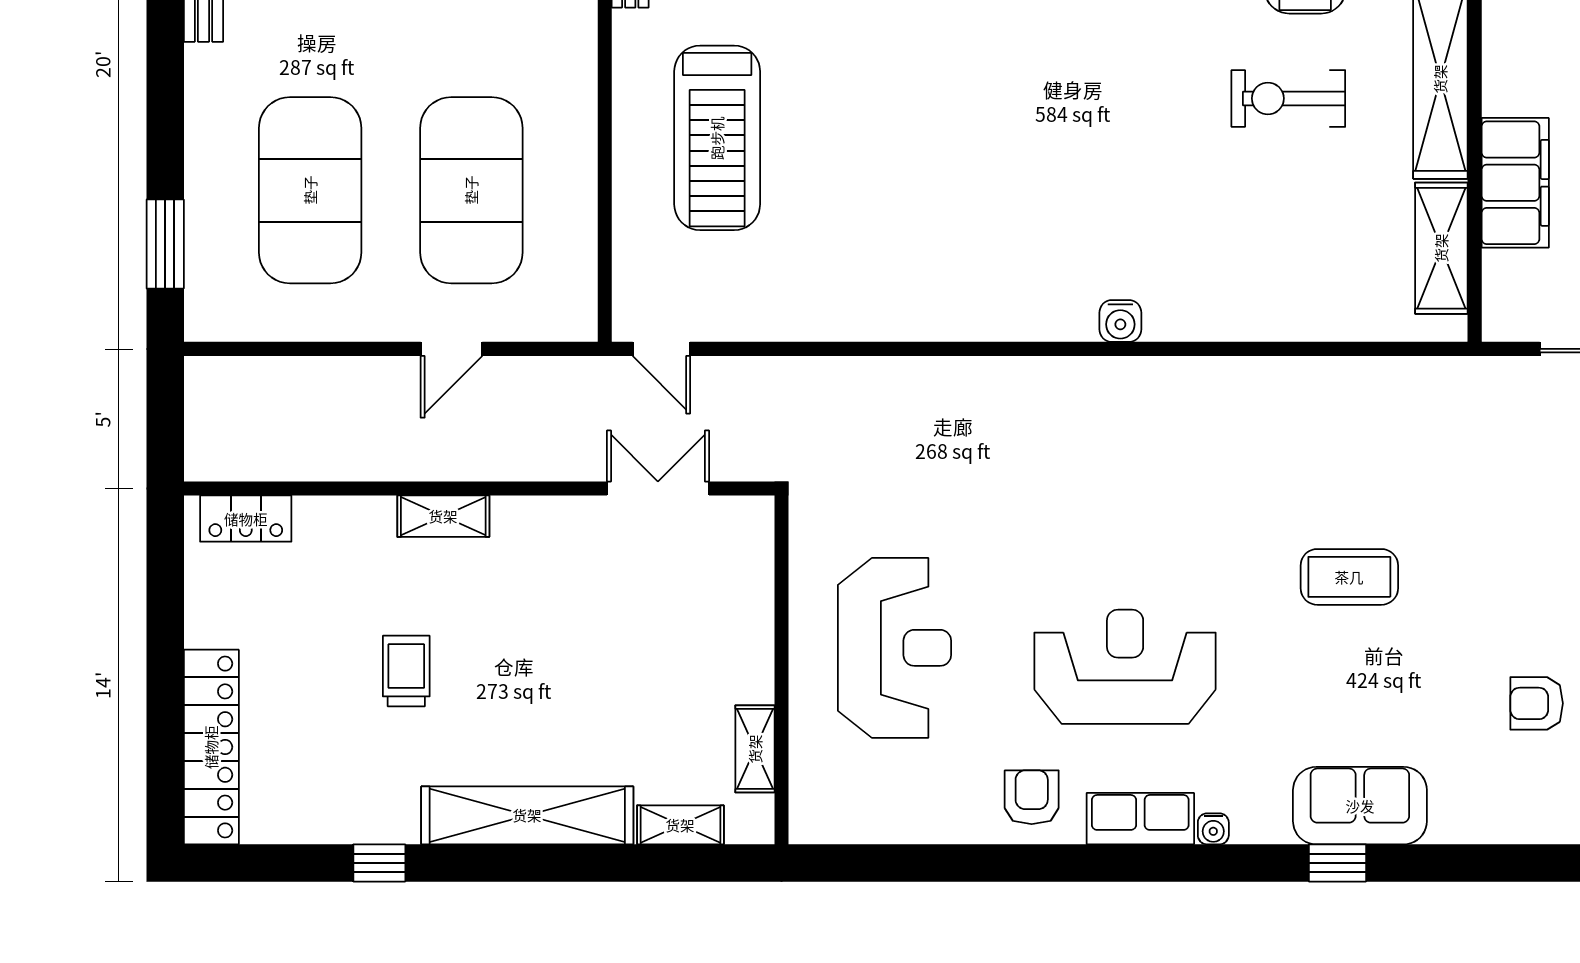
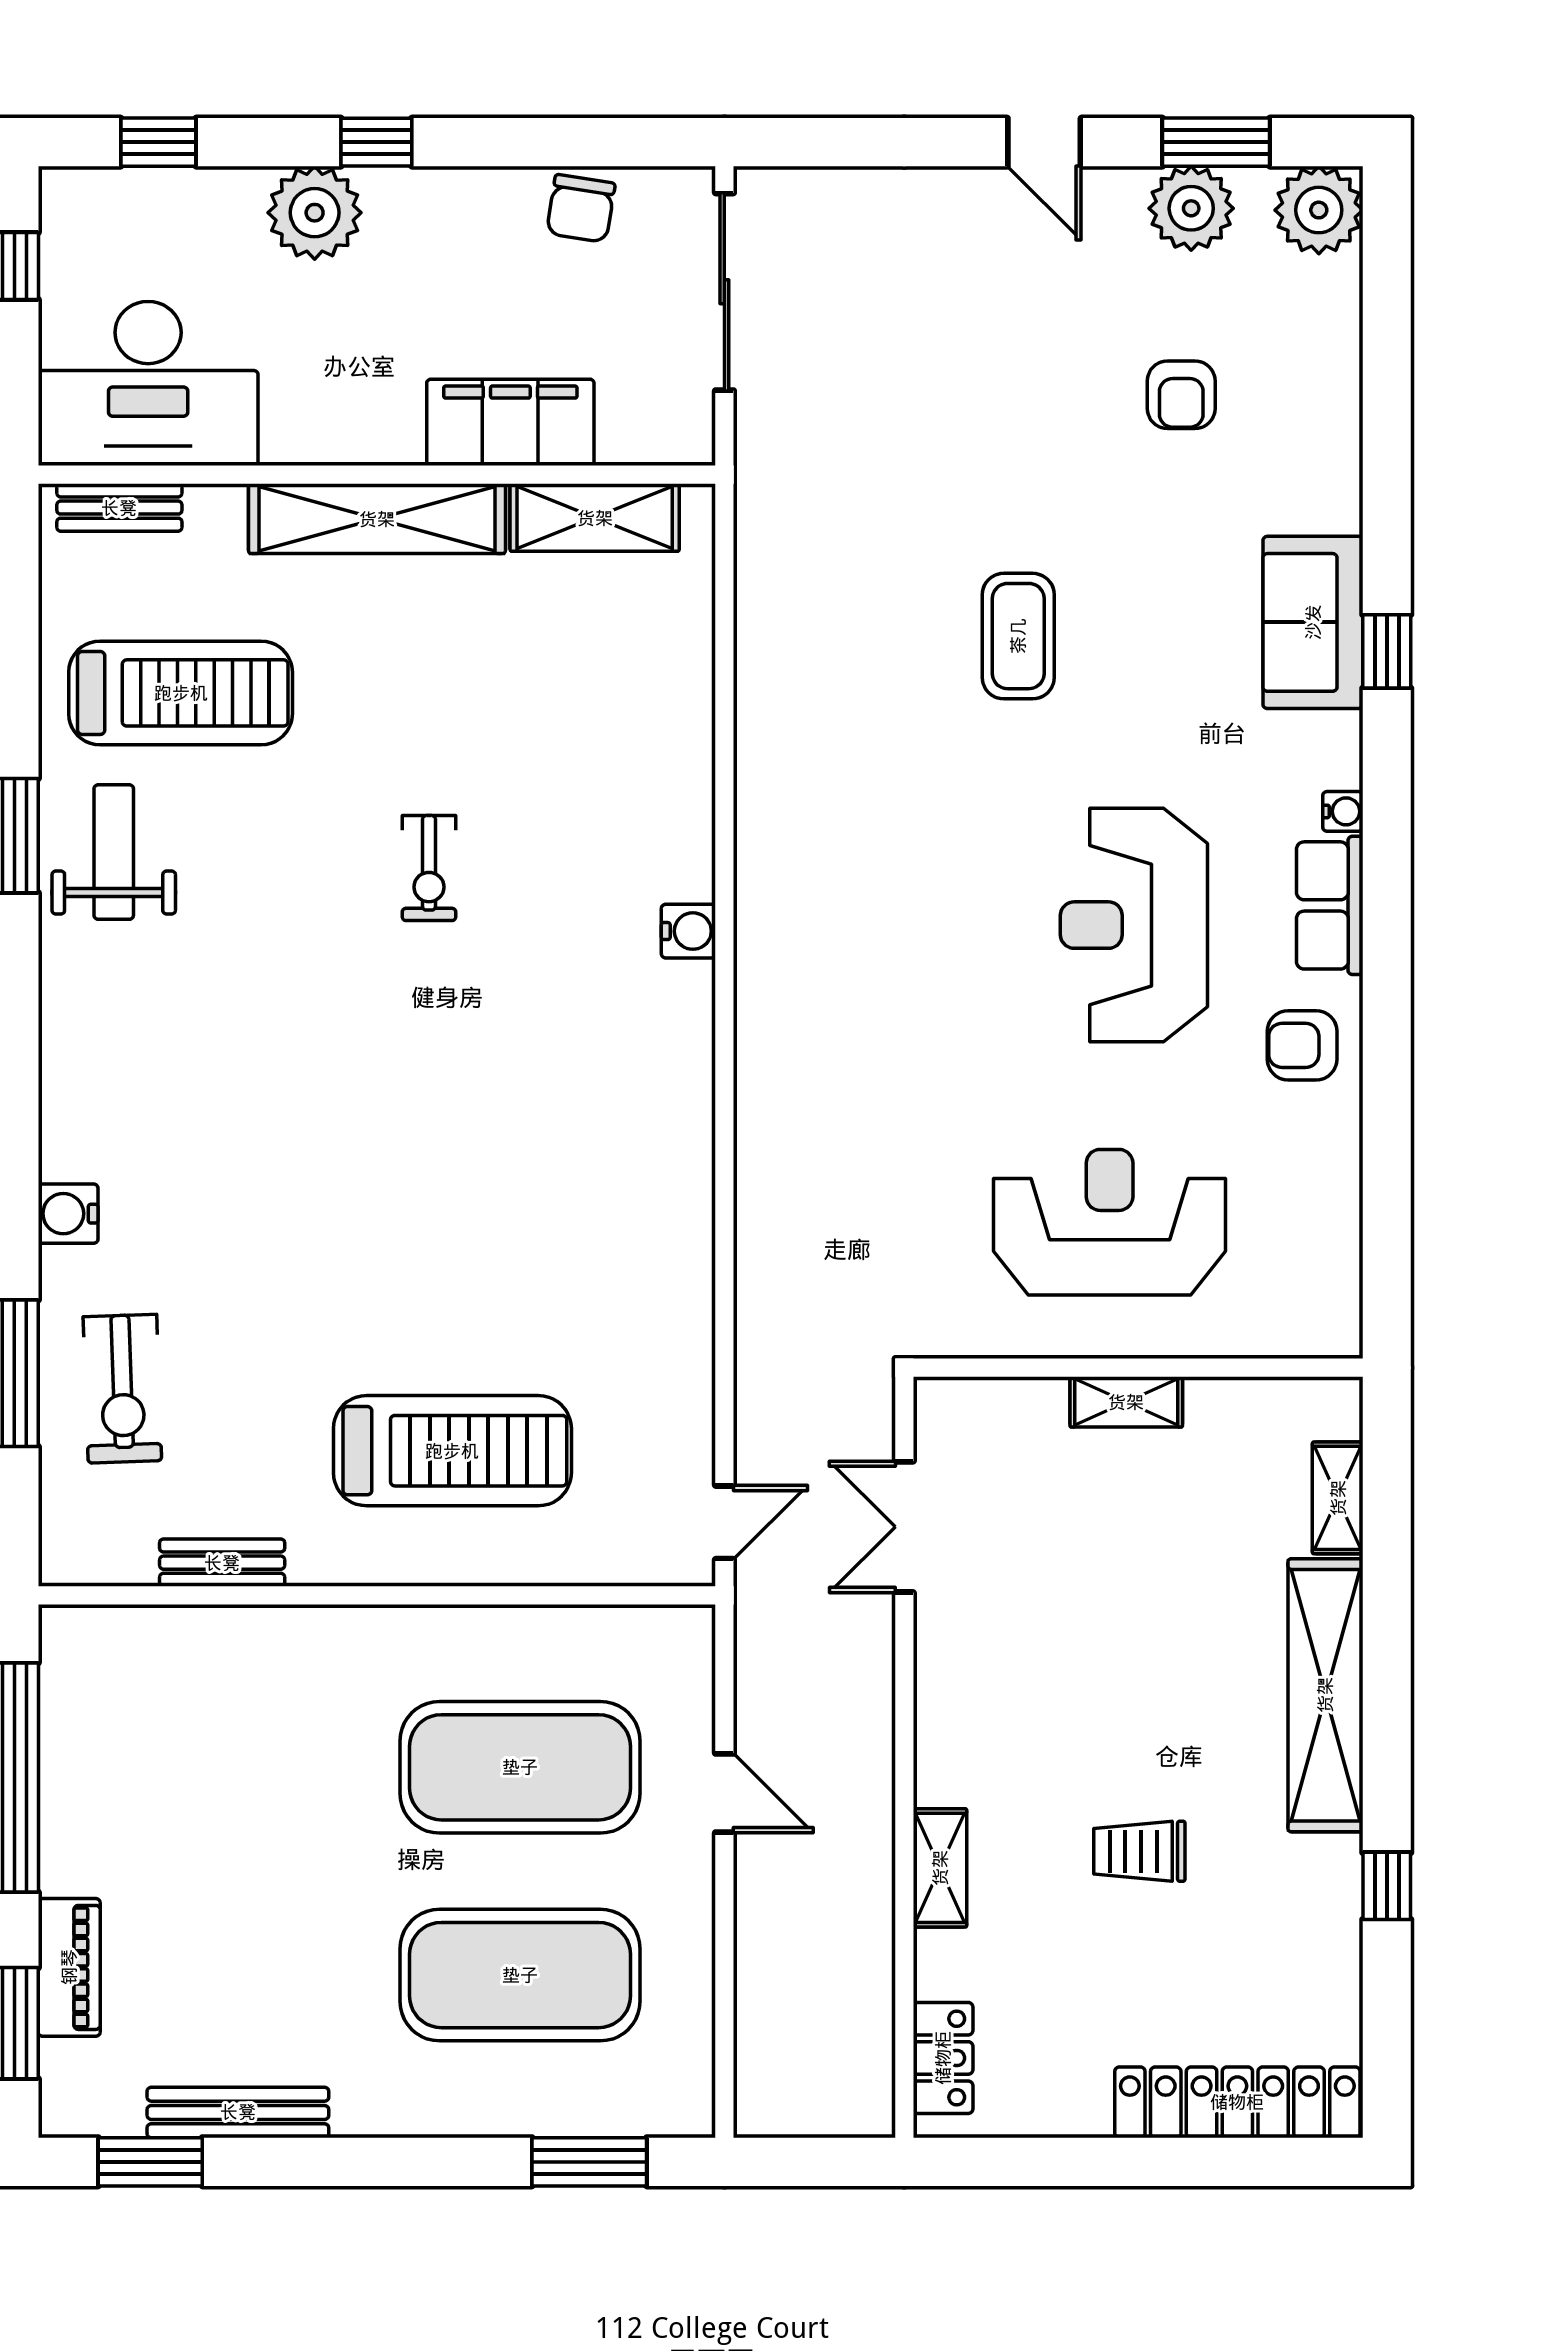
exercise bike: (1288, 98) -> (429, 868), moved, width x0.73, depth x0.72
shelving: (443, 516) -> (940, 1868), moved
shelving: (755, 749) -> (1126, 1402), moved

